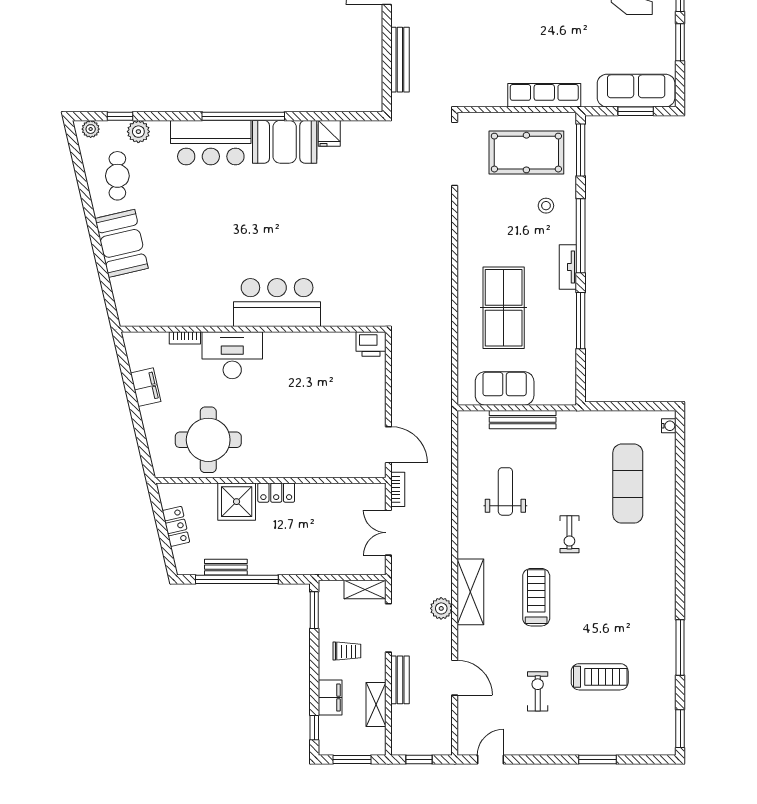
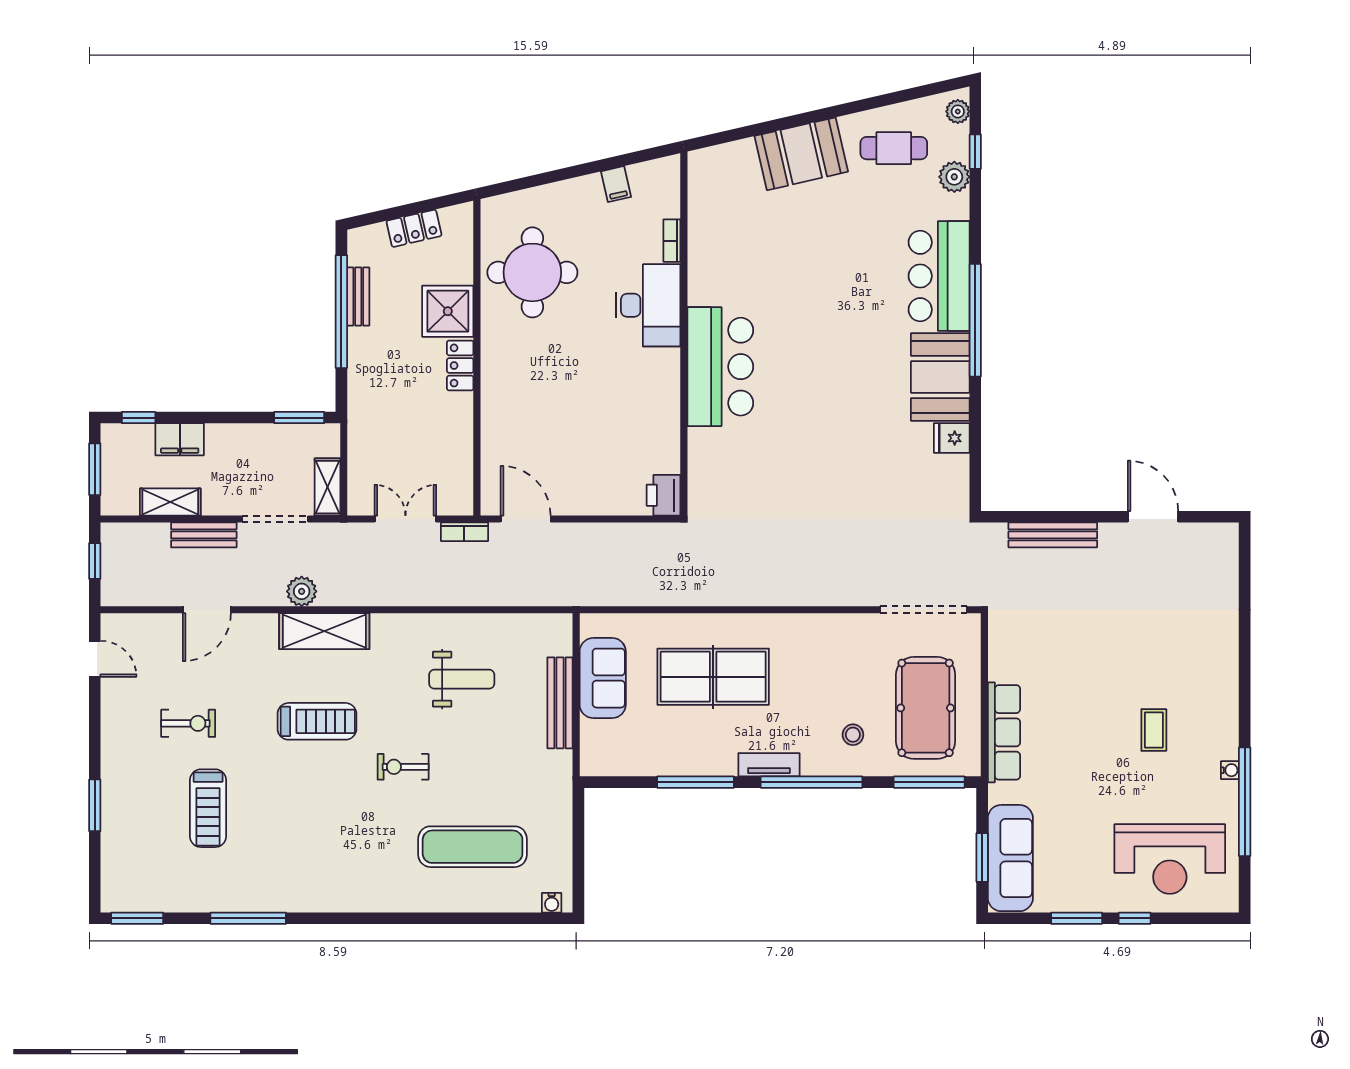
filing cabinet: (146, 387) -> (616, 184), width x0.50
door: (388, 445) -> (526, 519), swing flipped
trolley: (347, 651) -> (243, 462), removed

